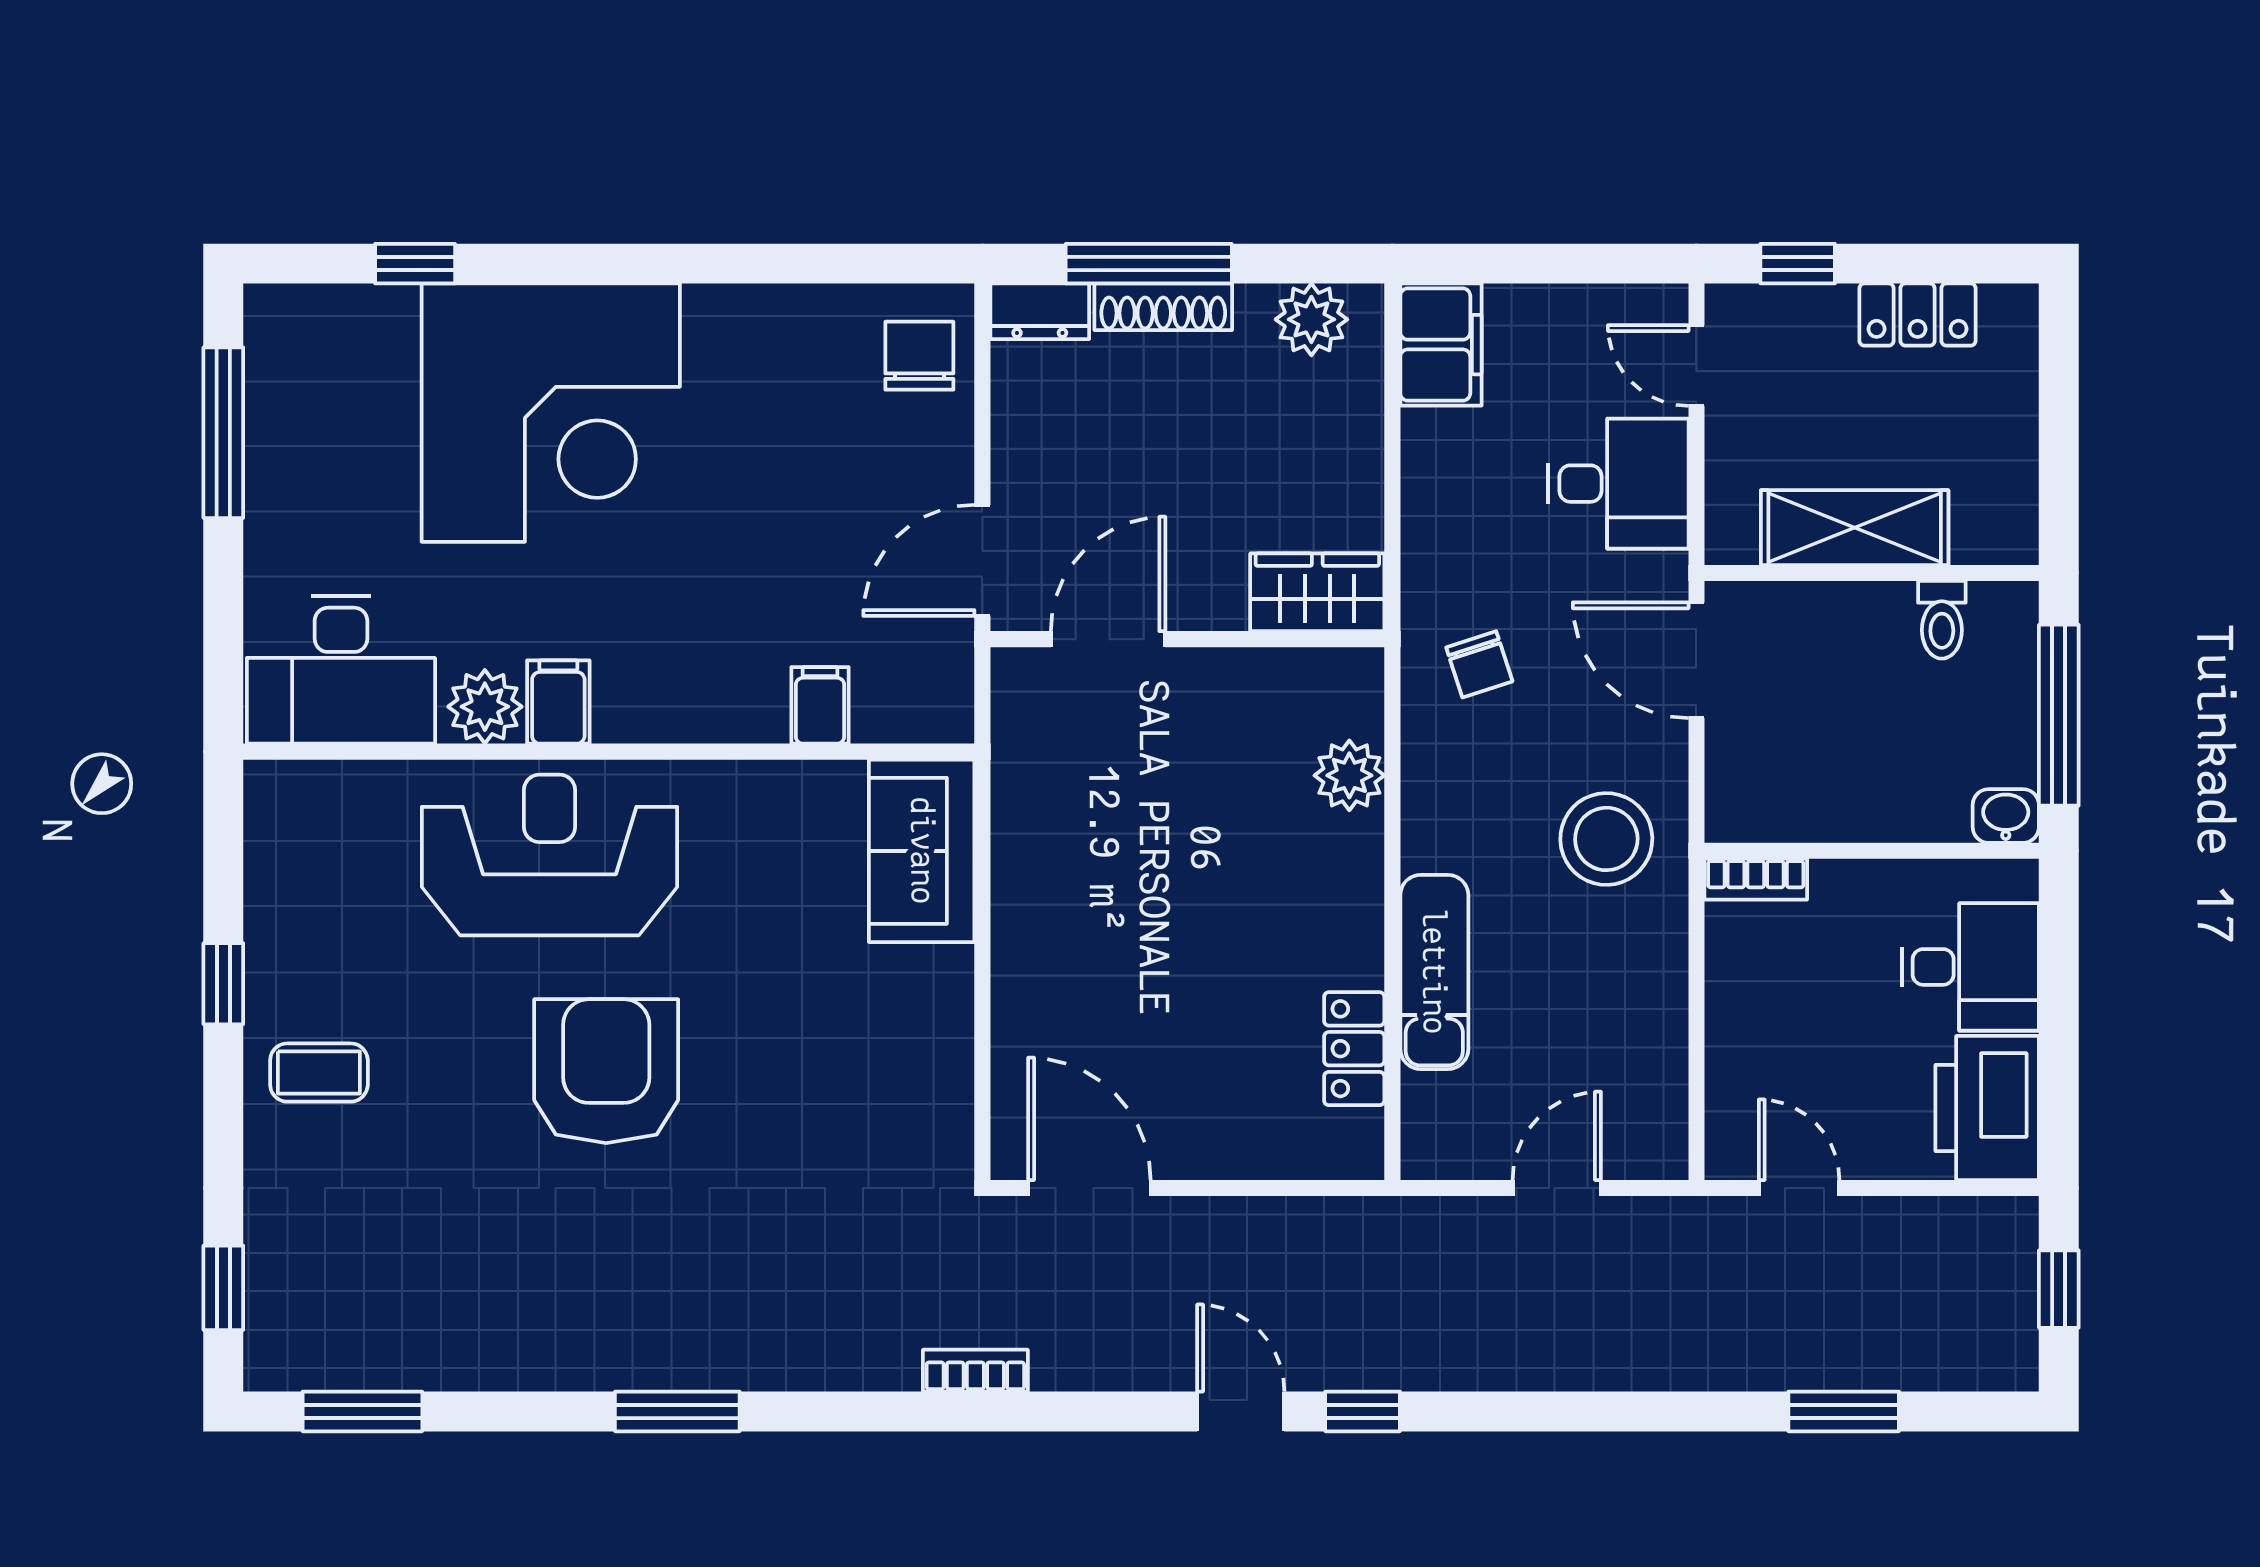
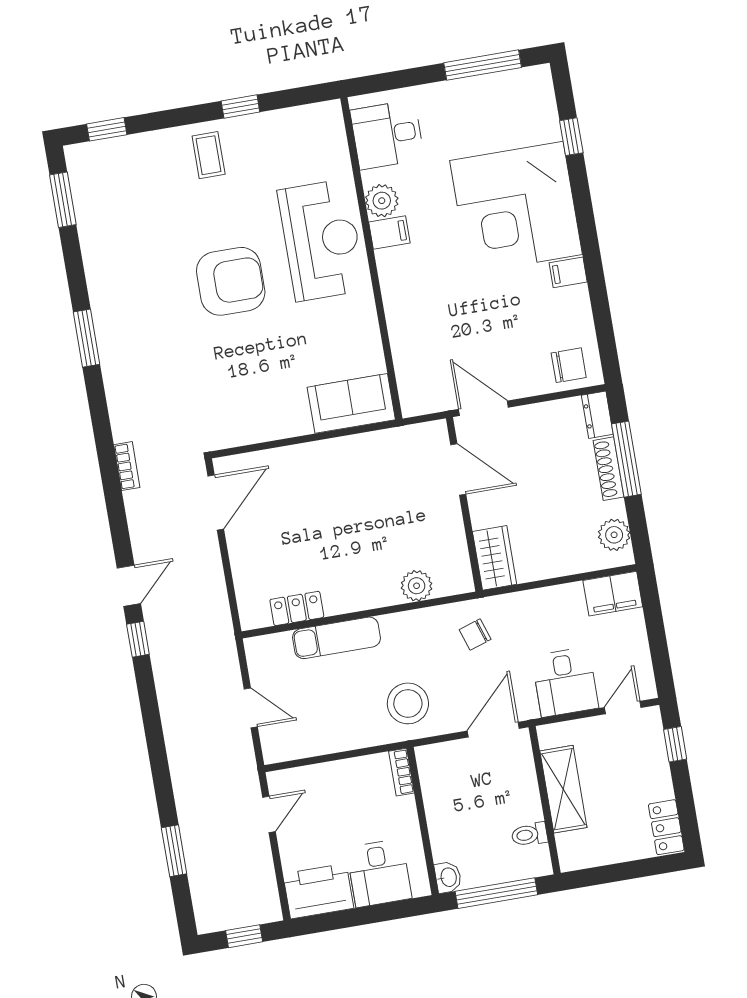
locker: (1918, 315) -> (666, 827), moved
desk: (341, 670) -> (387, 135), width x0.73
filing cabinet: (820, 705) -> (568, 272), moved, turned 180

